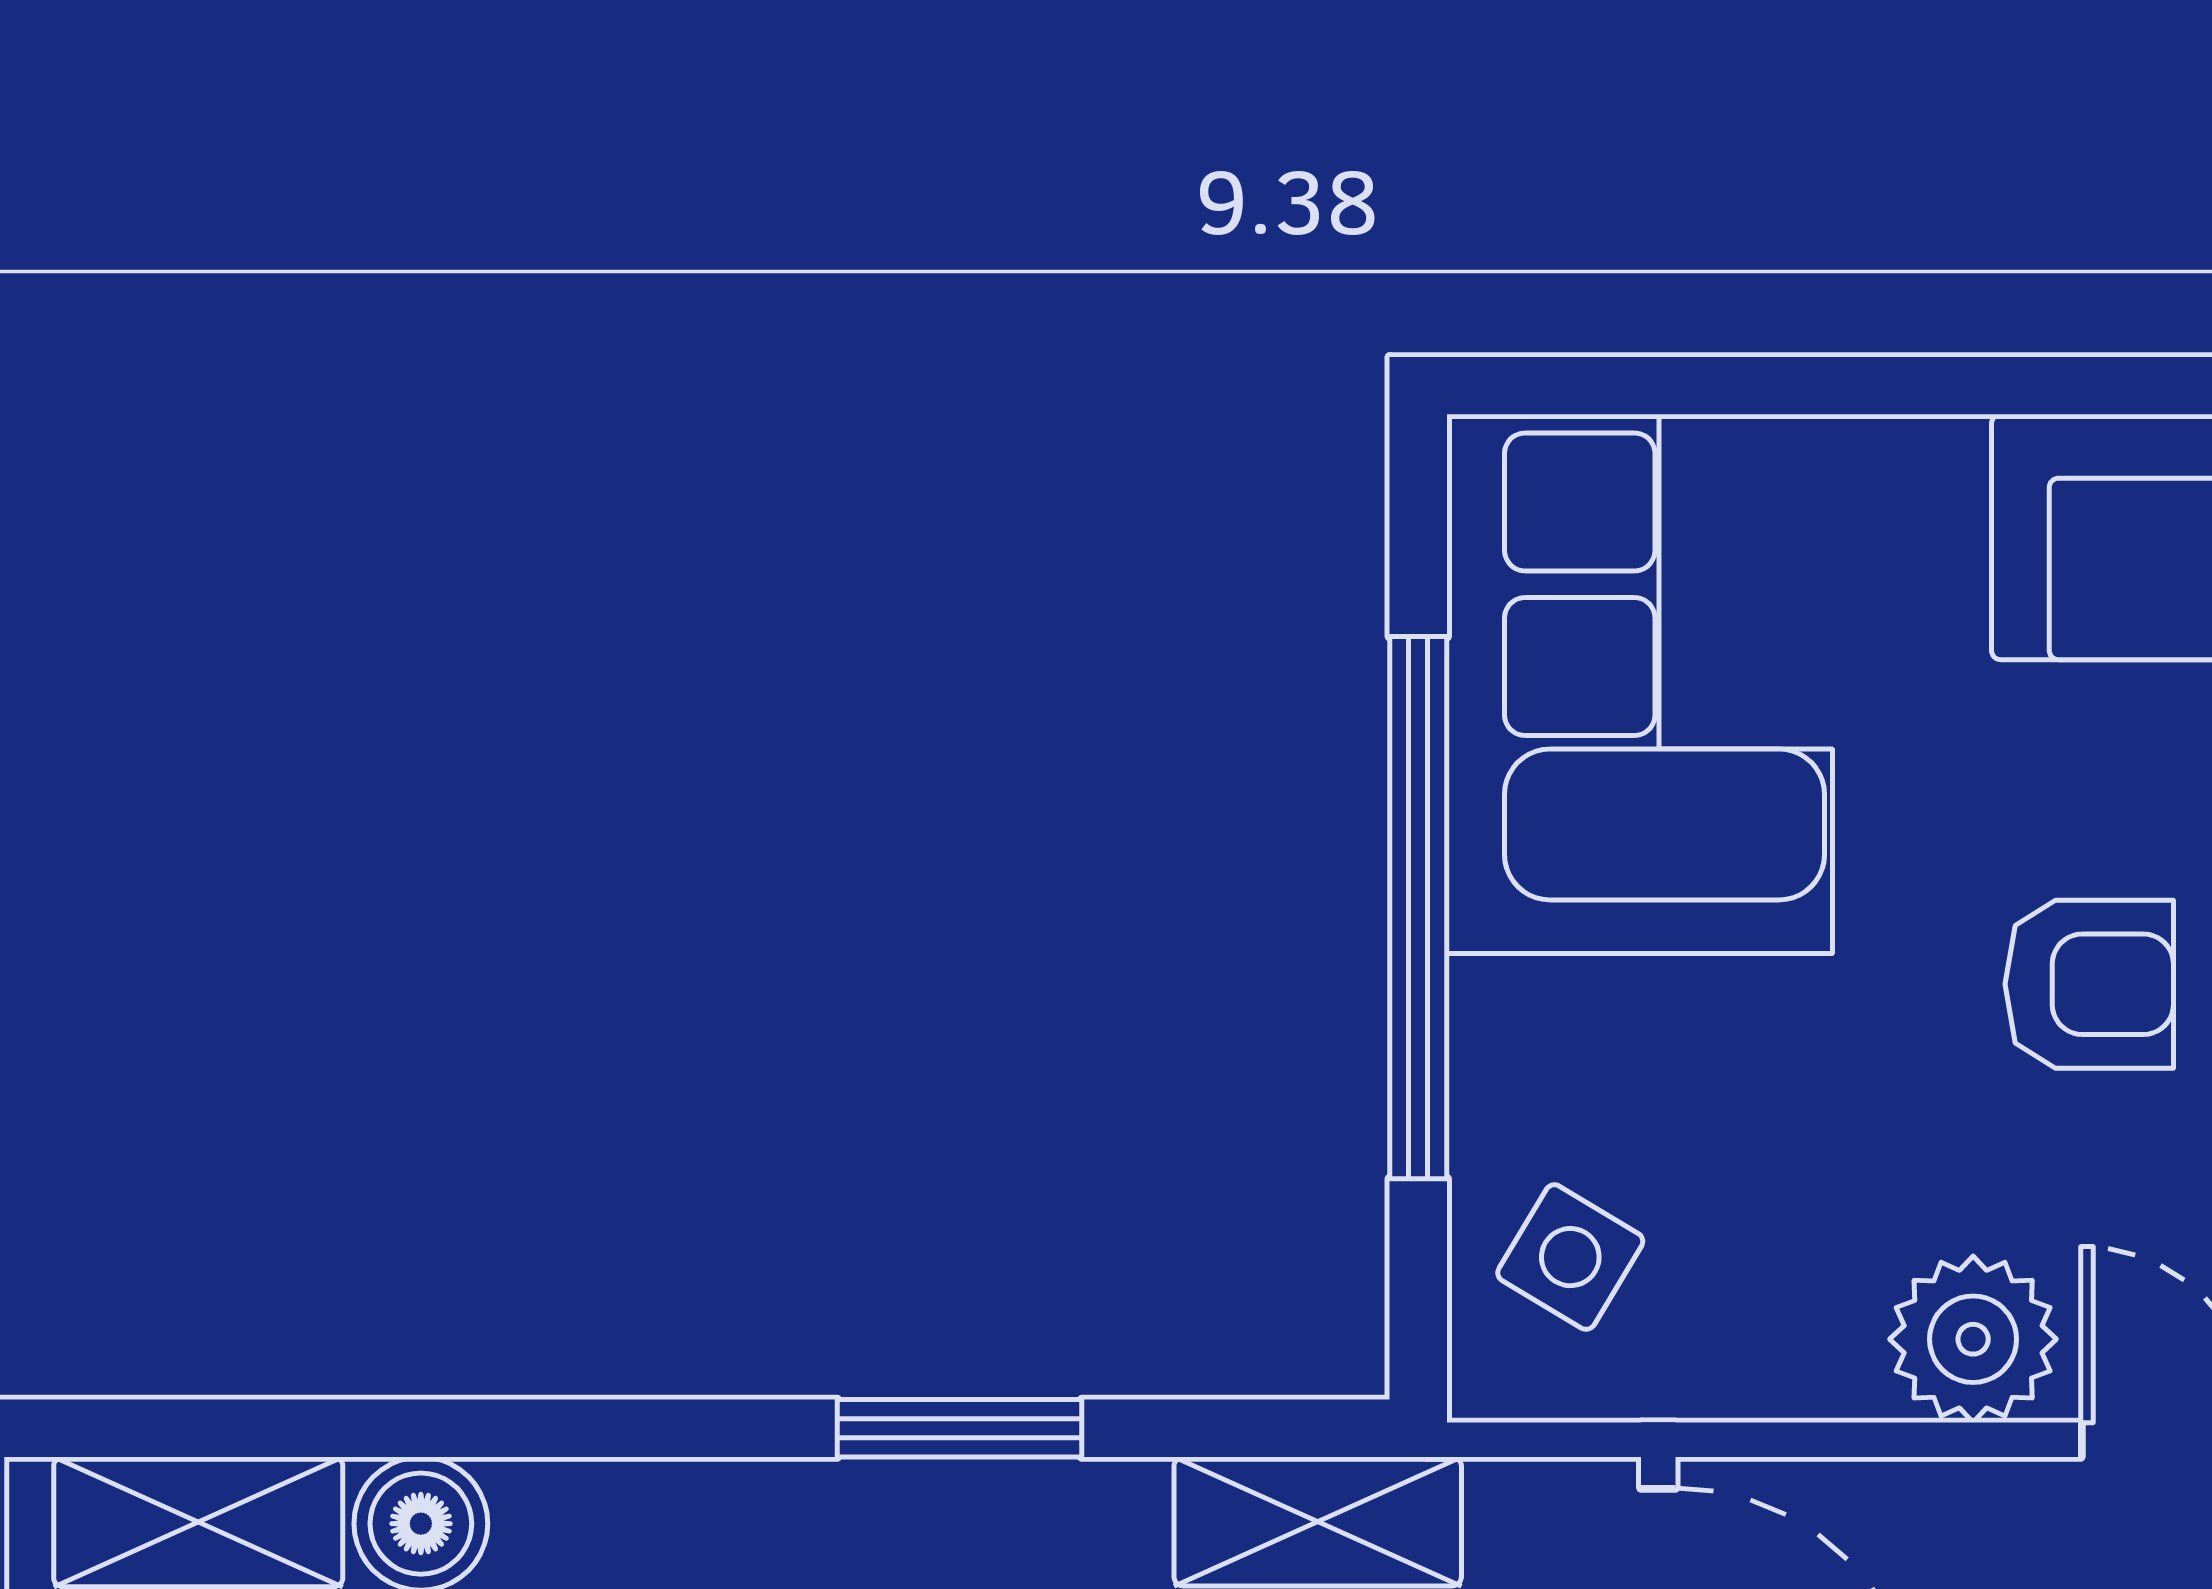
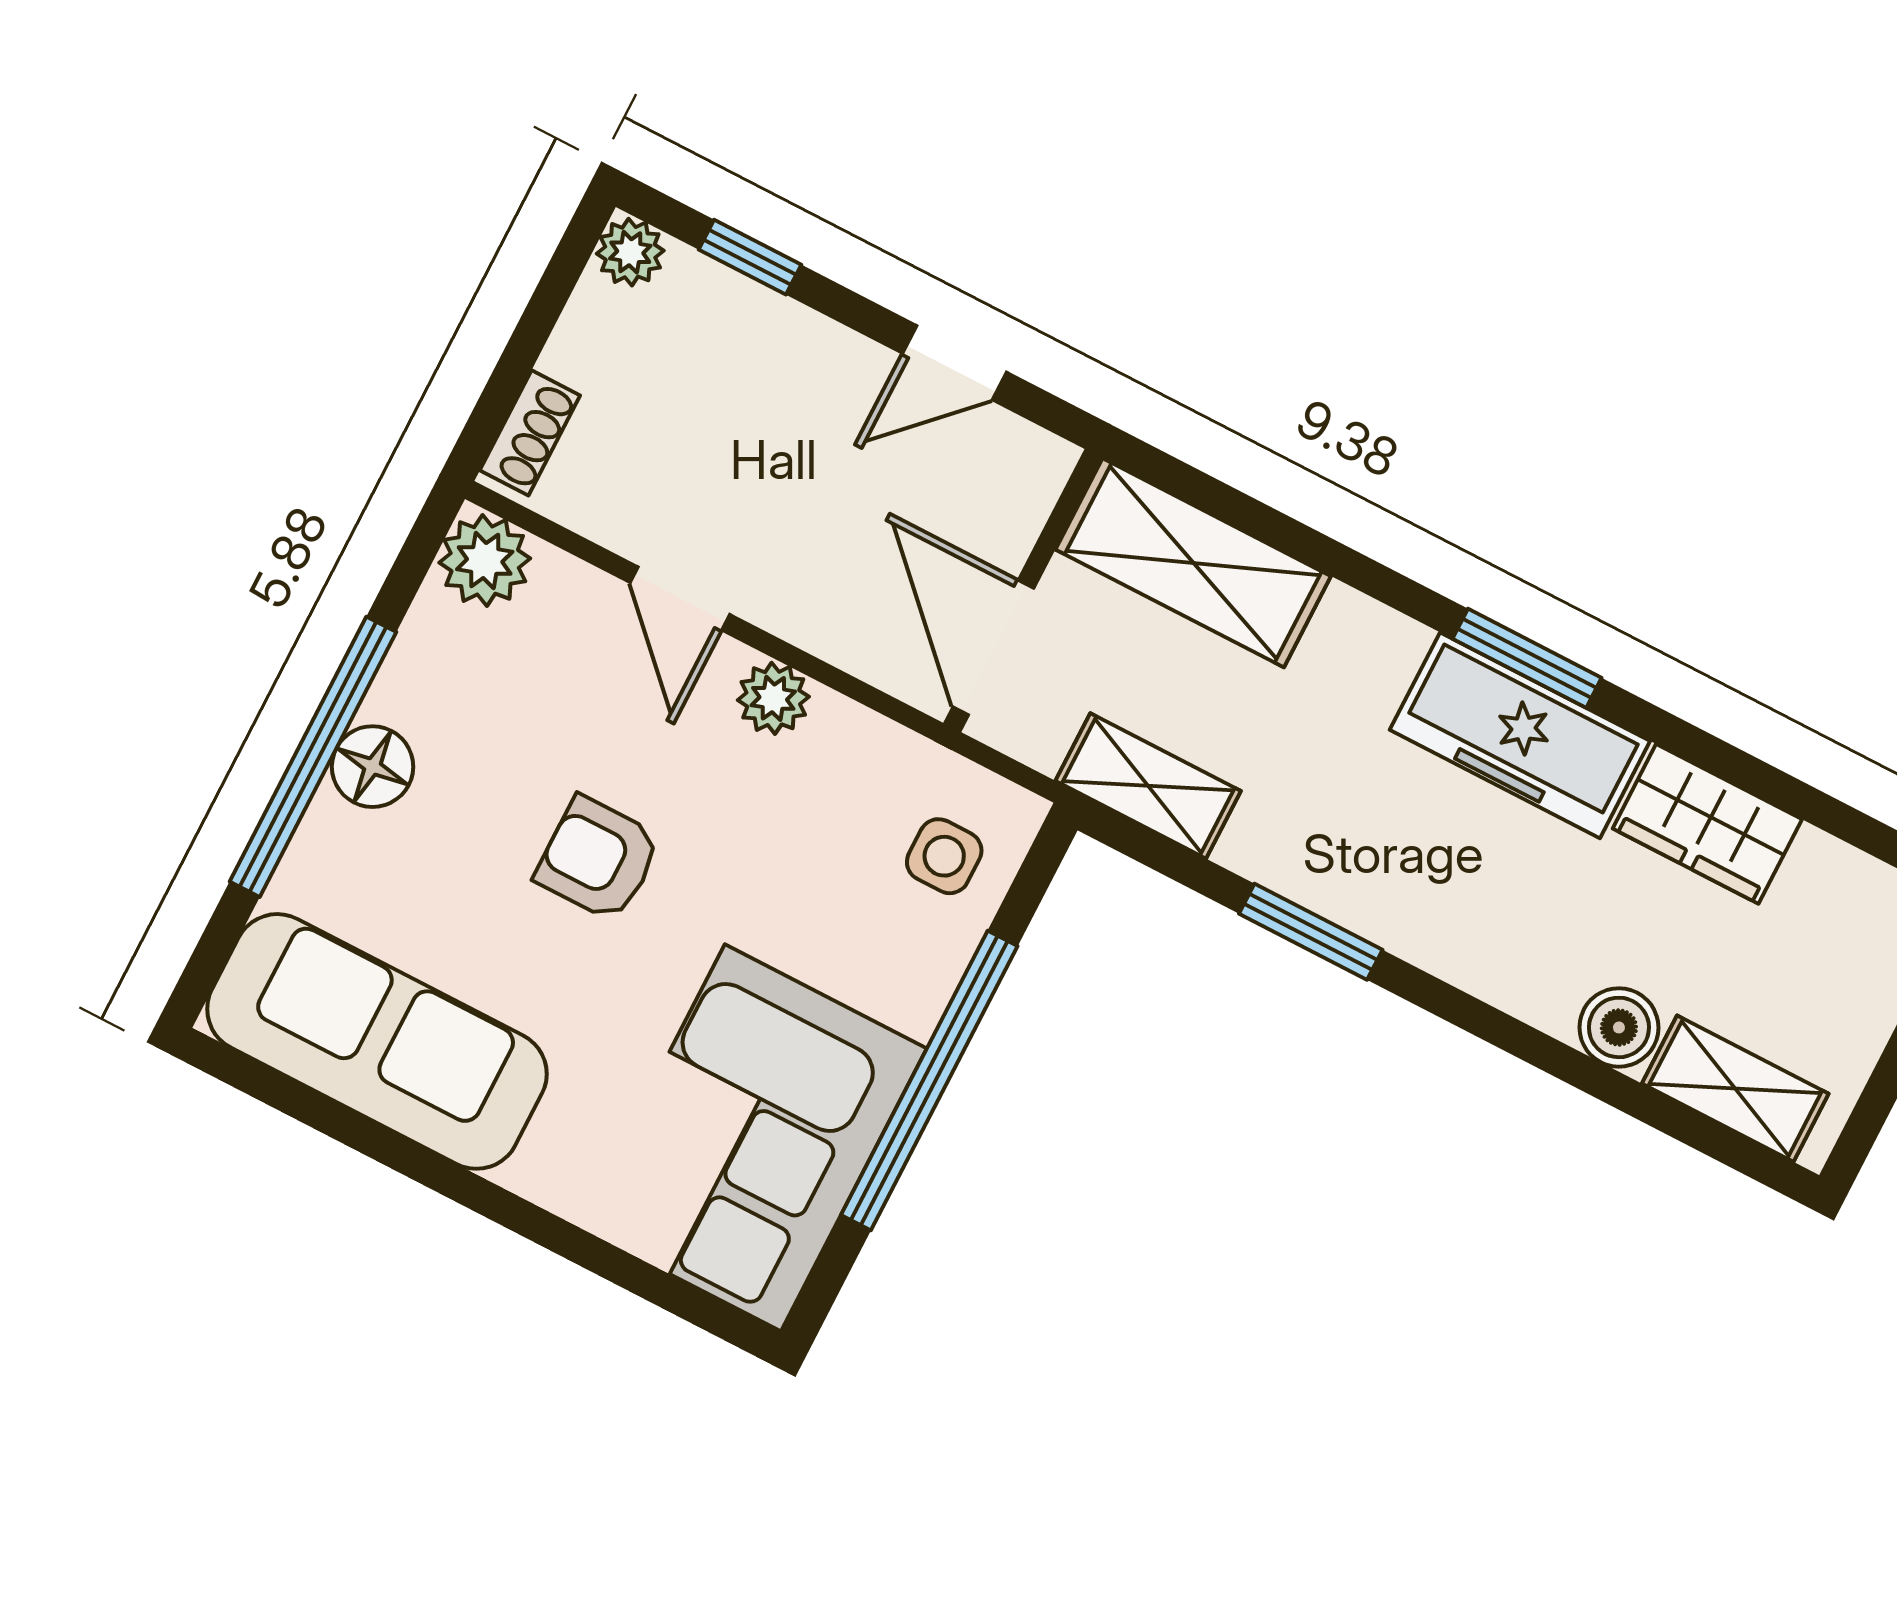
side table: (1570, 1257) -> (944, 856), turned -31
plant: (1973, 1339) -> (773, 698), width x0.73, depth x0.73

